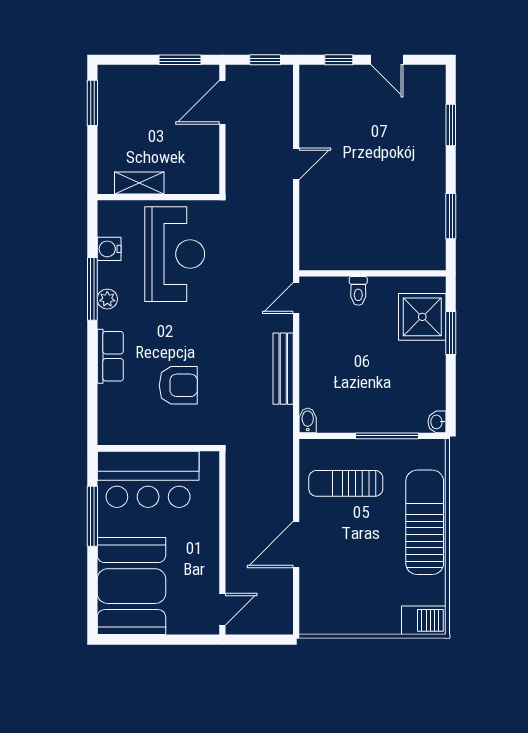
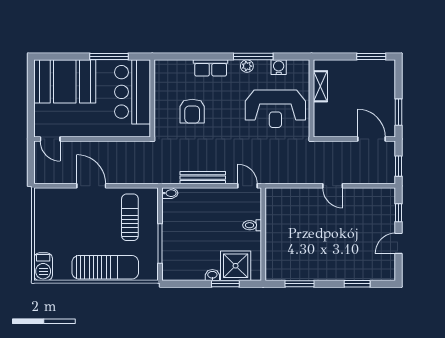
washbasin: (437, 422) -> (212, 275), moved

